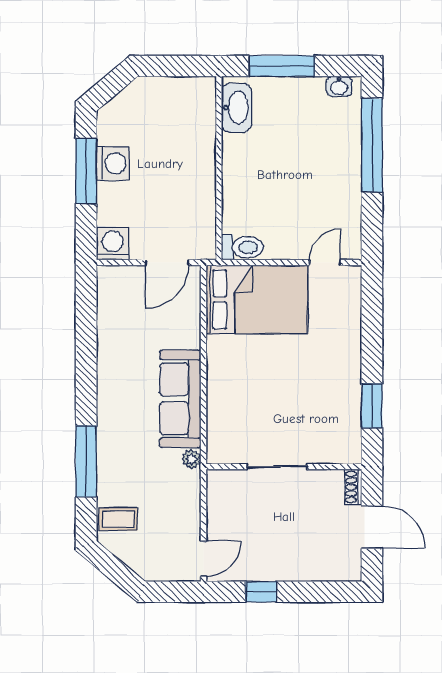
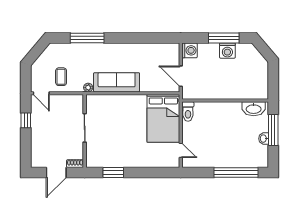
washbasin: (339, 86) -> (264, 139), moved
coffee table: (118, 519) -> (61, 77), moved

